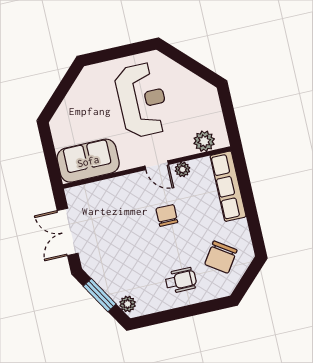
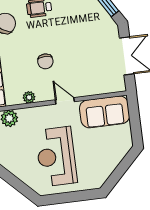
door: (157, 165) -> (65, 101), moved

